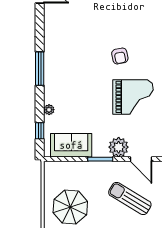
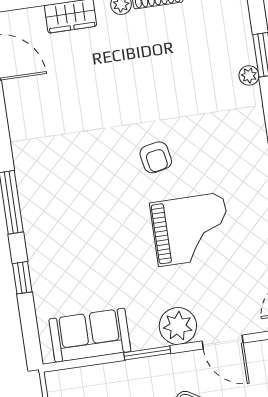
plant: (49, 110) -> (39, 276), removed
window: (40, 131) -> (22, 278), moved

